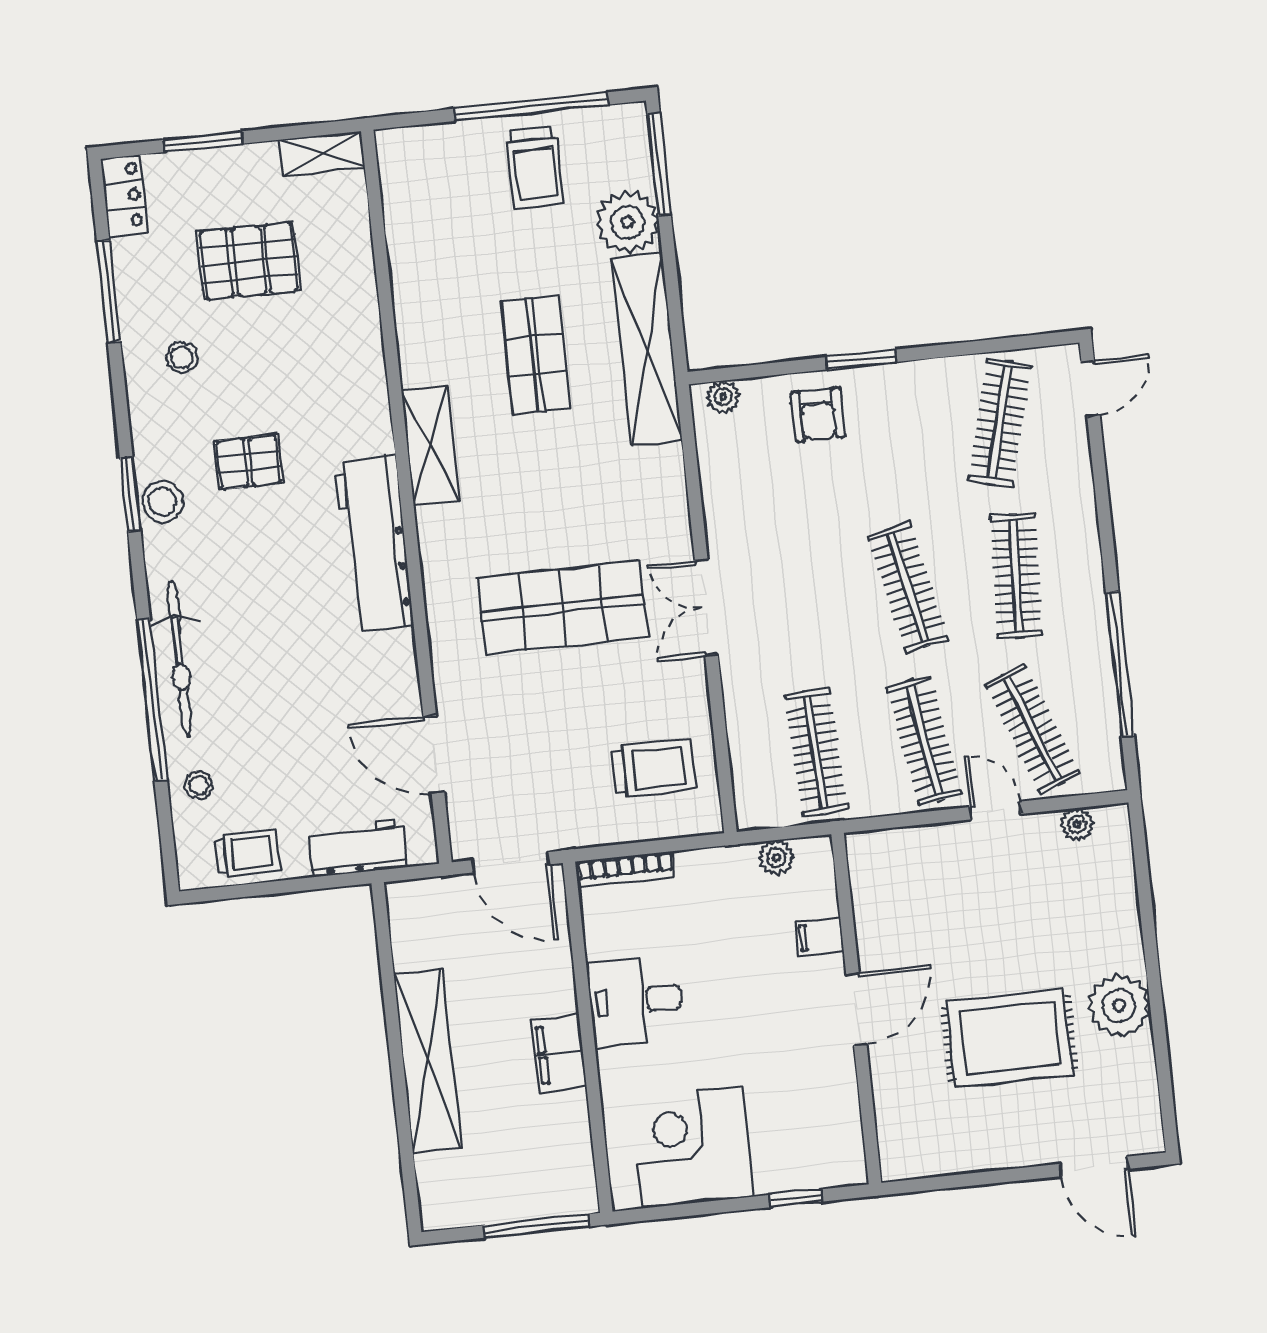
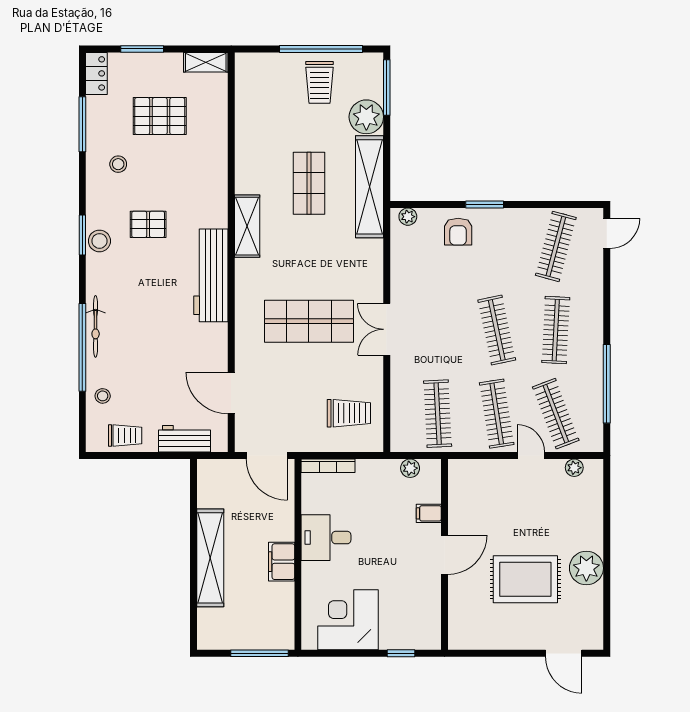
bicycle: (179, 658) -> (96, 326), width x0.73, depth x0.71

